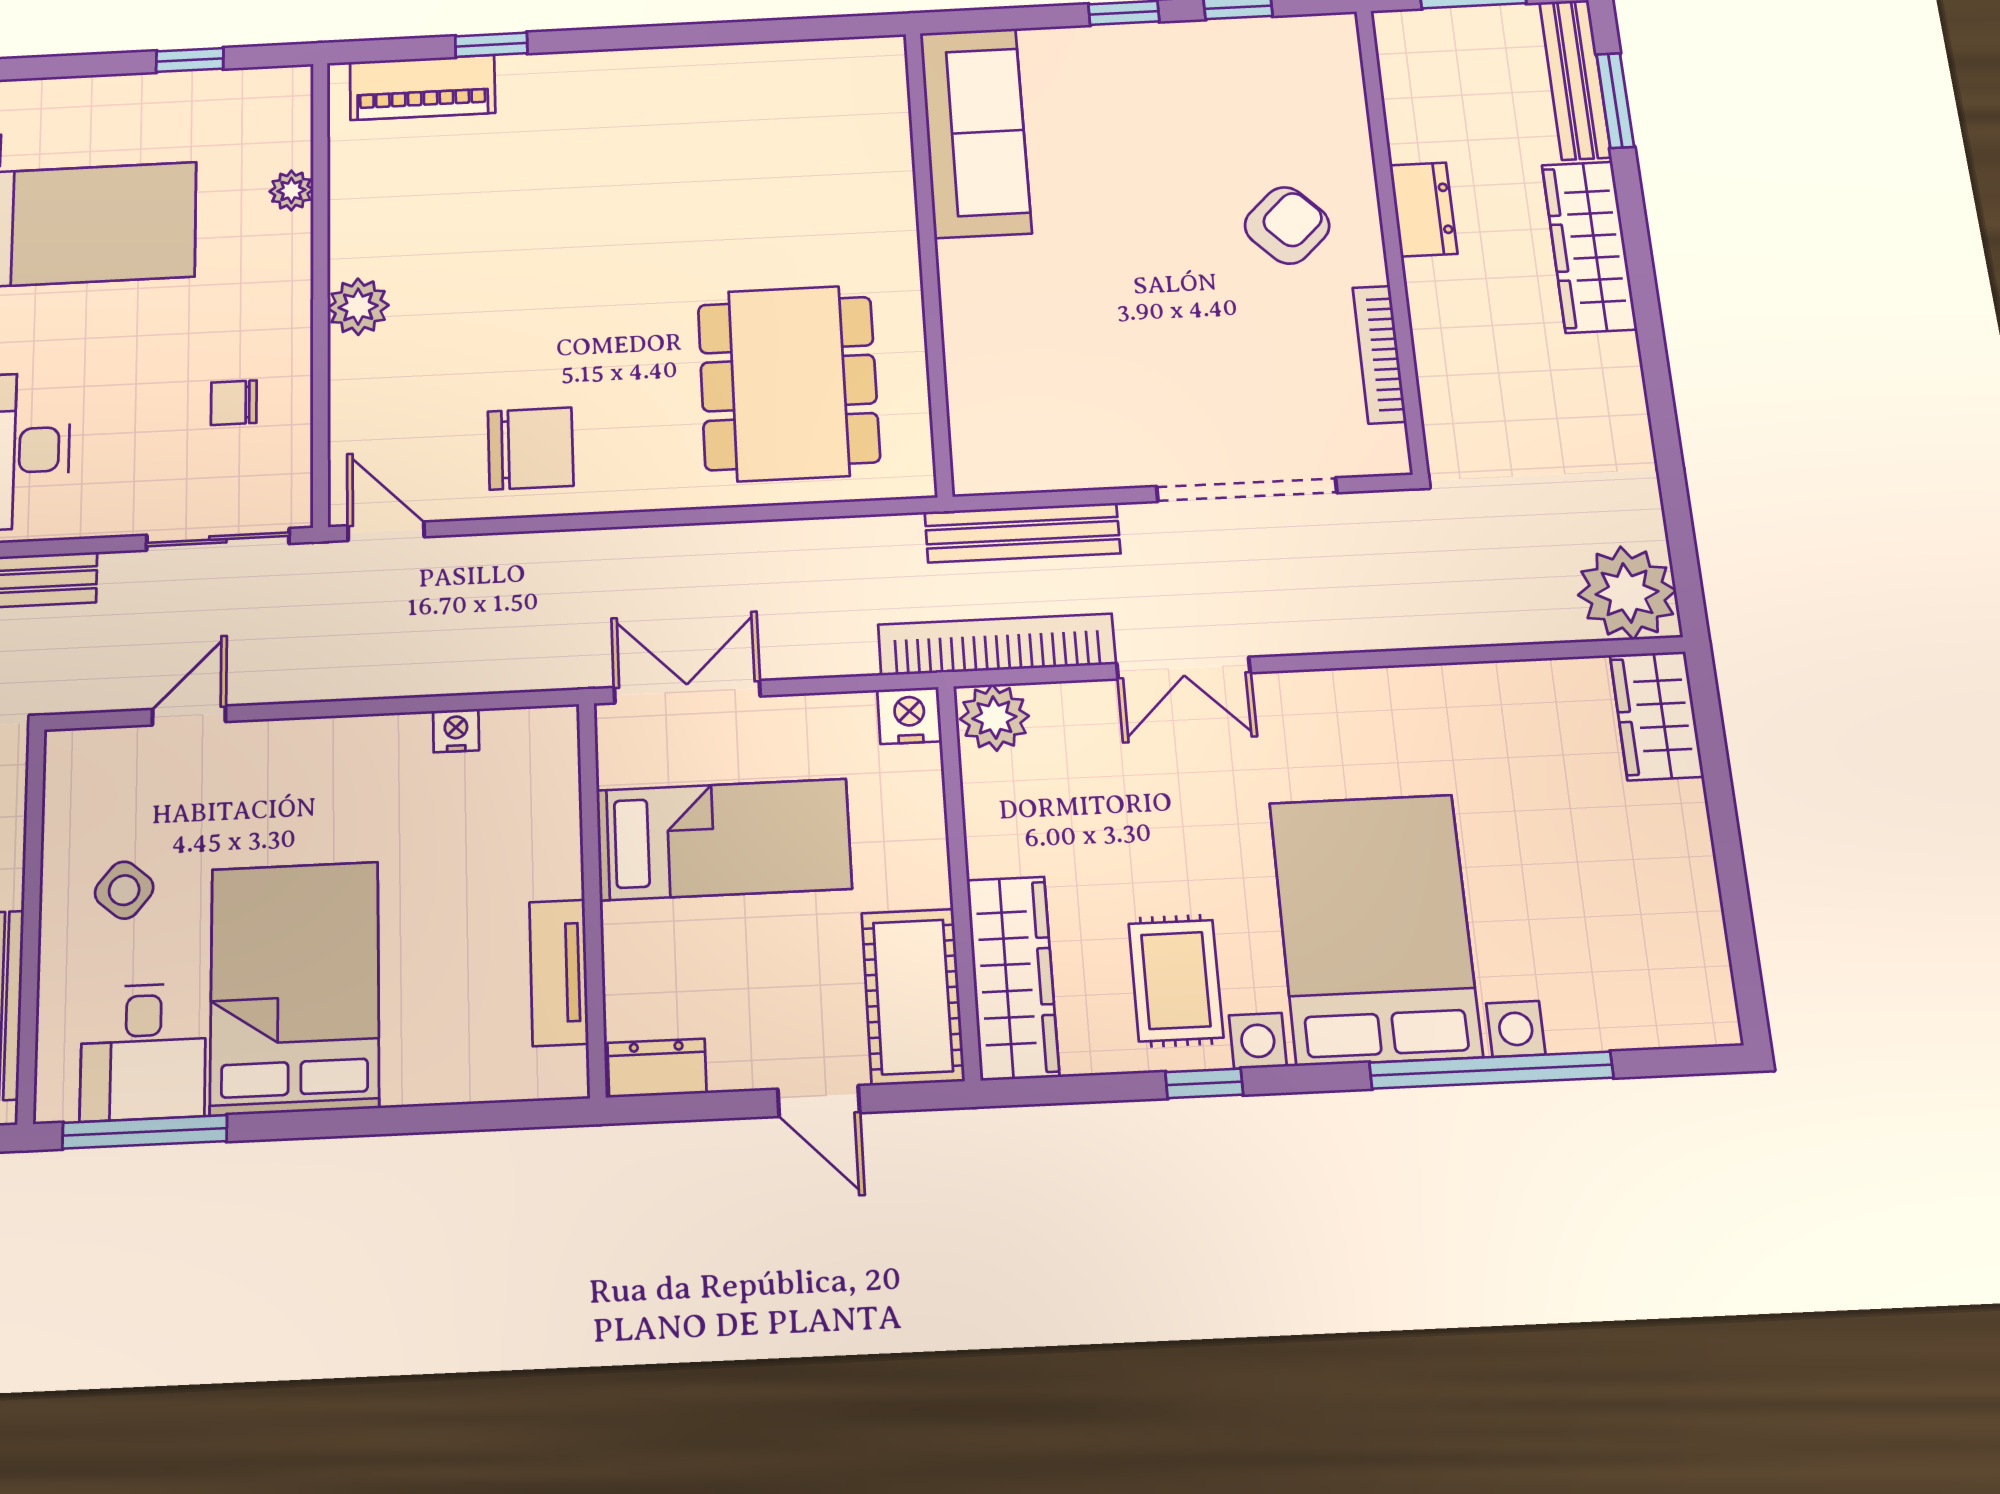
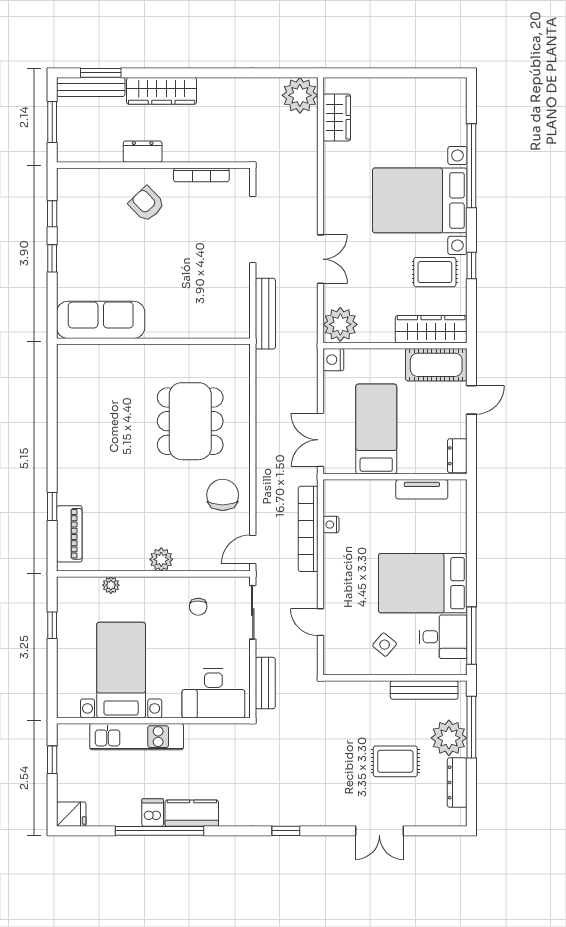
dining table: (789, 383) -> (190, 421), moved, turned 90
bookcase: (997, 644) -> (308, 529), moved
wardrobe: (1657, 716) -> (337, 118), moved, turned -90
plant: (994, 718) -> (340, 324), width x1.36, depth x1.36

